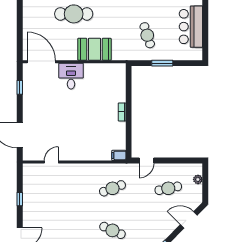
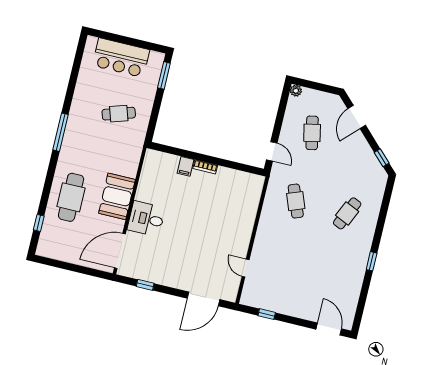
booth: (94, 49) -> (117, 196), moved
window: (162, 63) -> (164, 75), moved
filing cabinet: (119, 155) -> (185, 166), moved
plant: (198, 179) -> (296, 91), moved
window: (20, 199) -> (267, 314), moved

